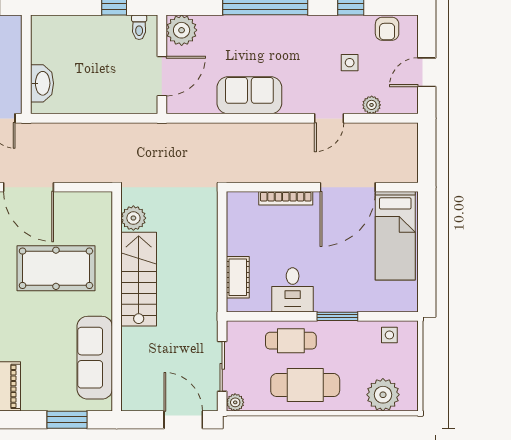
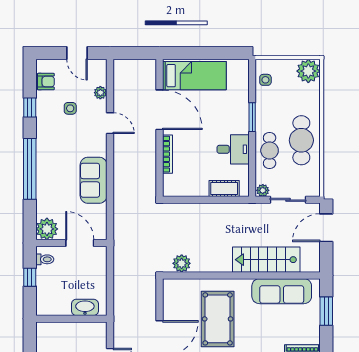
wall: (26, 64) -> (71, 319), moved
washbasin: (42, 83) -> (85, 307), moved
stairs: (139, 279) -> (266, 260), moved
plant: (383, 395) -> (308, 71), moved
plant: (235, 402) -> (263, 190), moved

